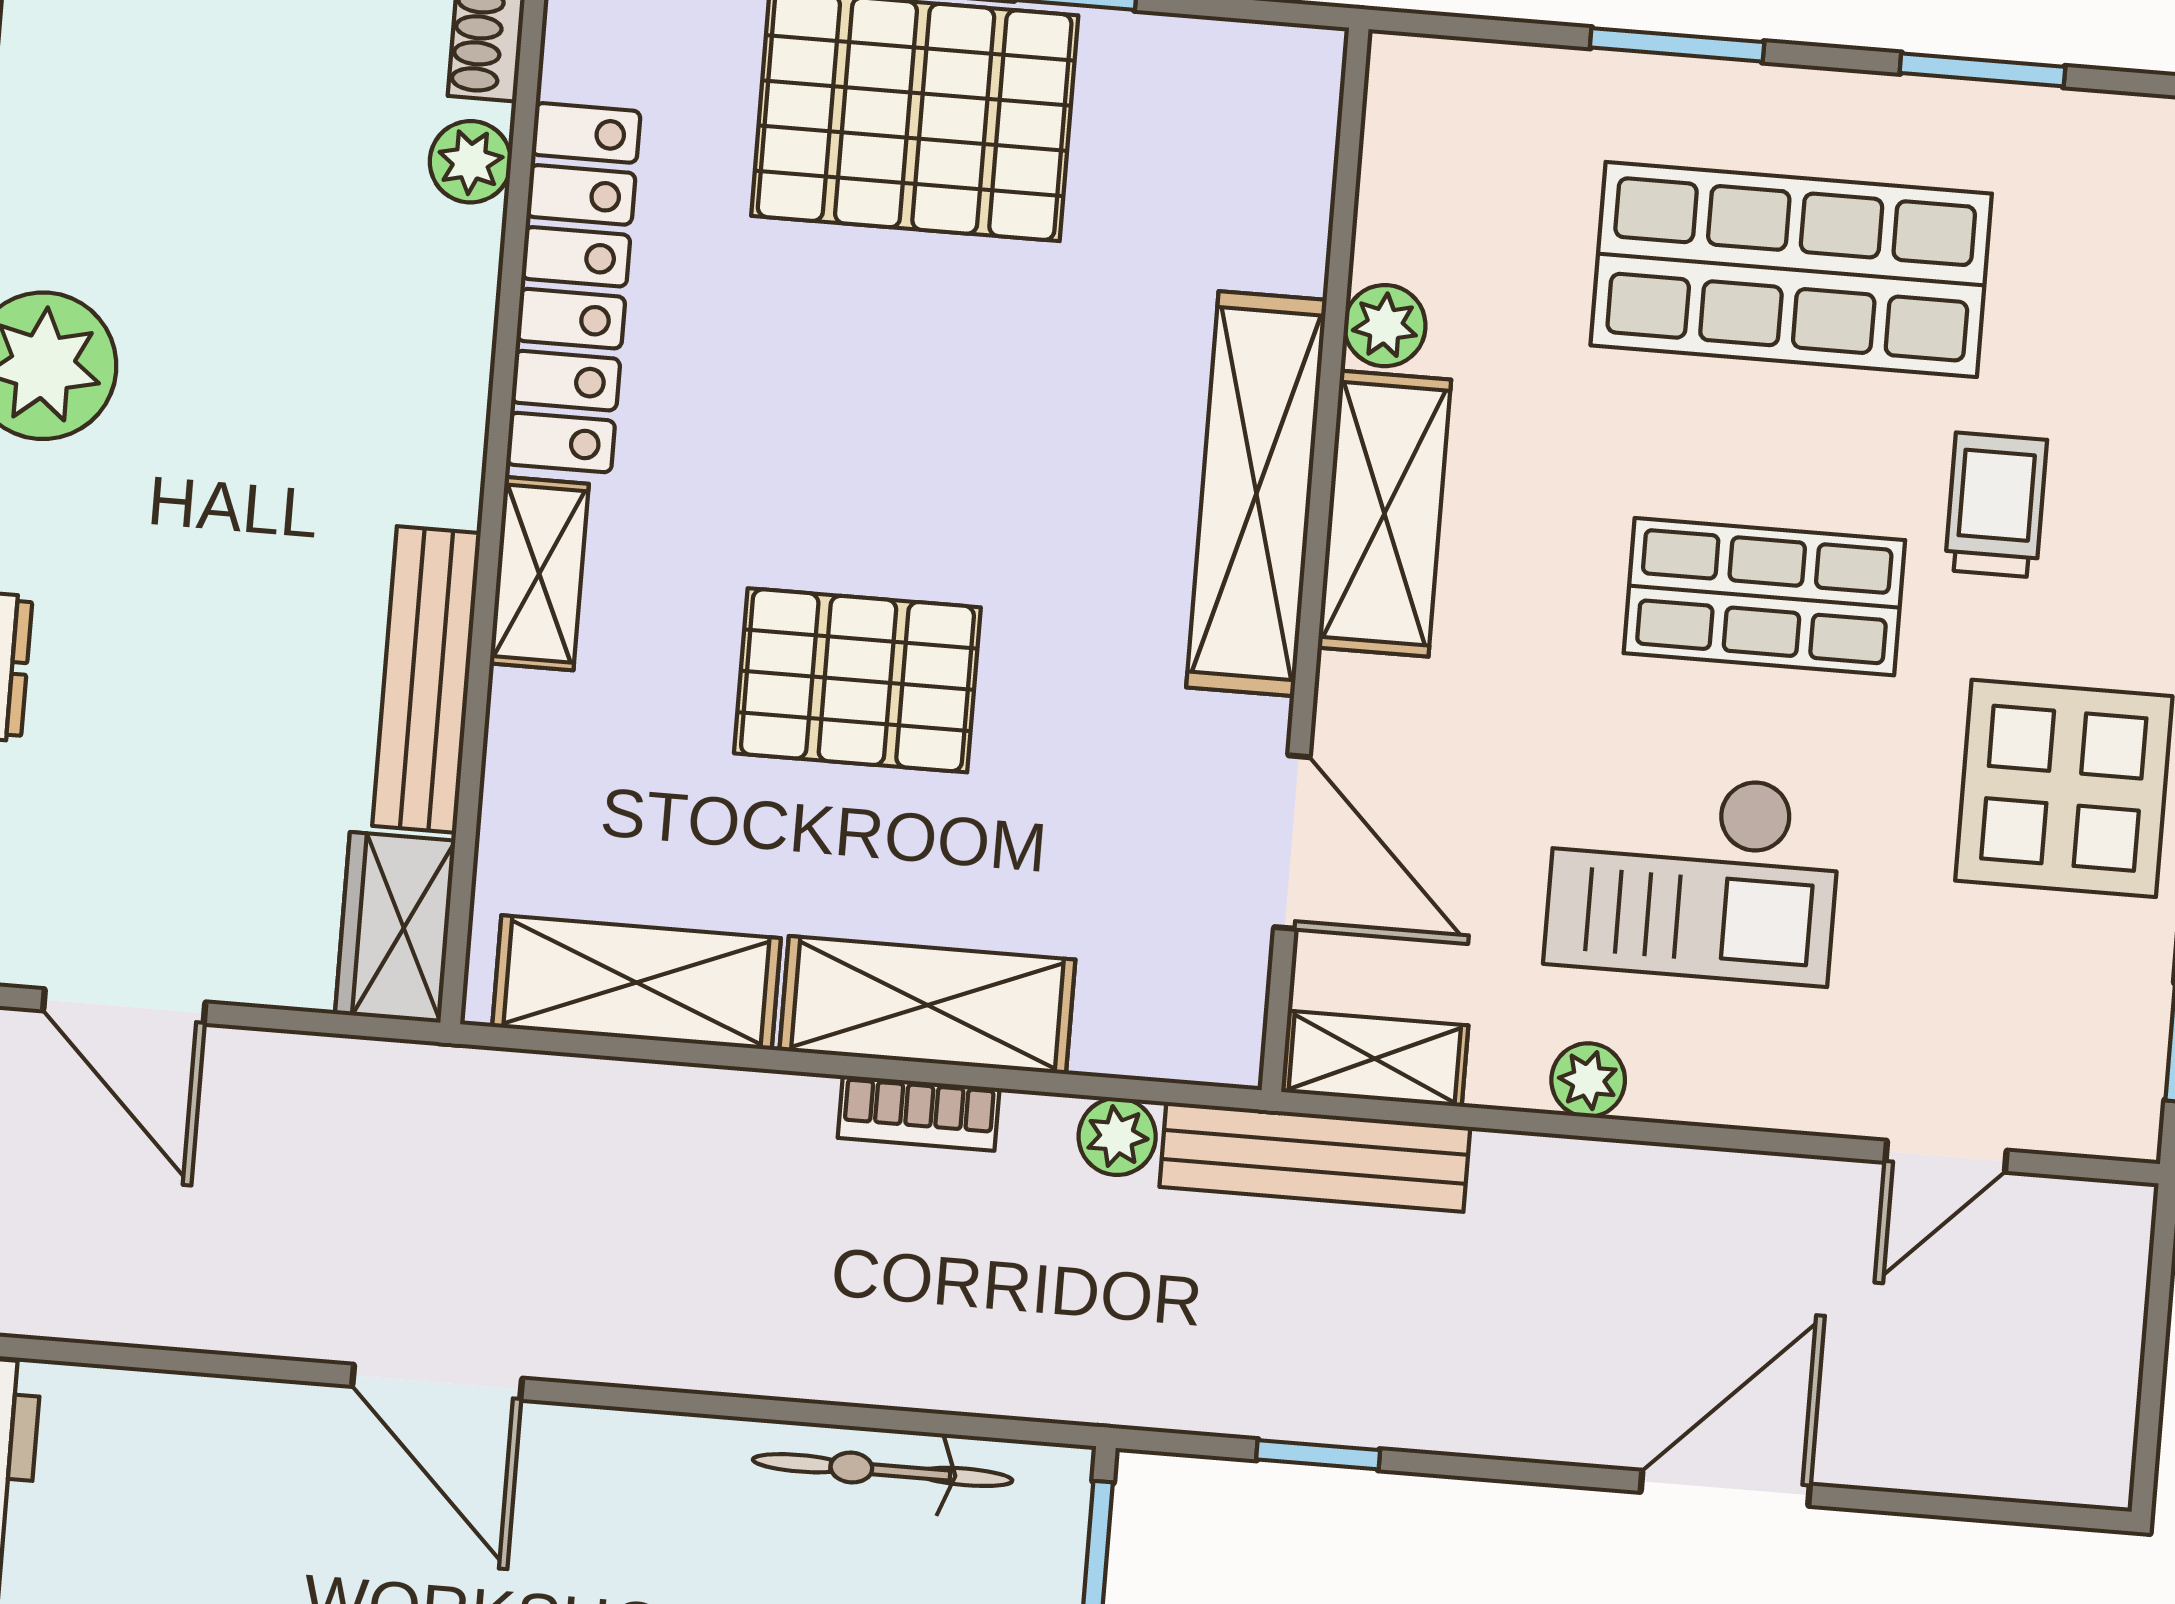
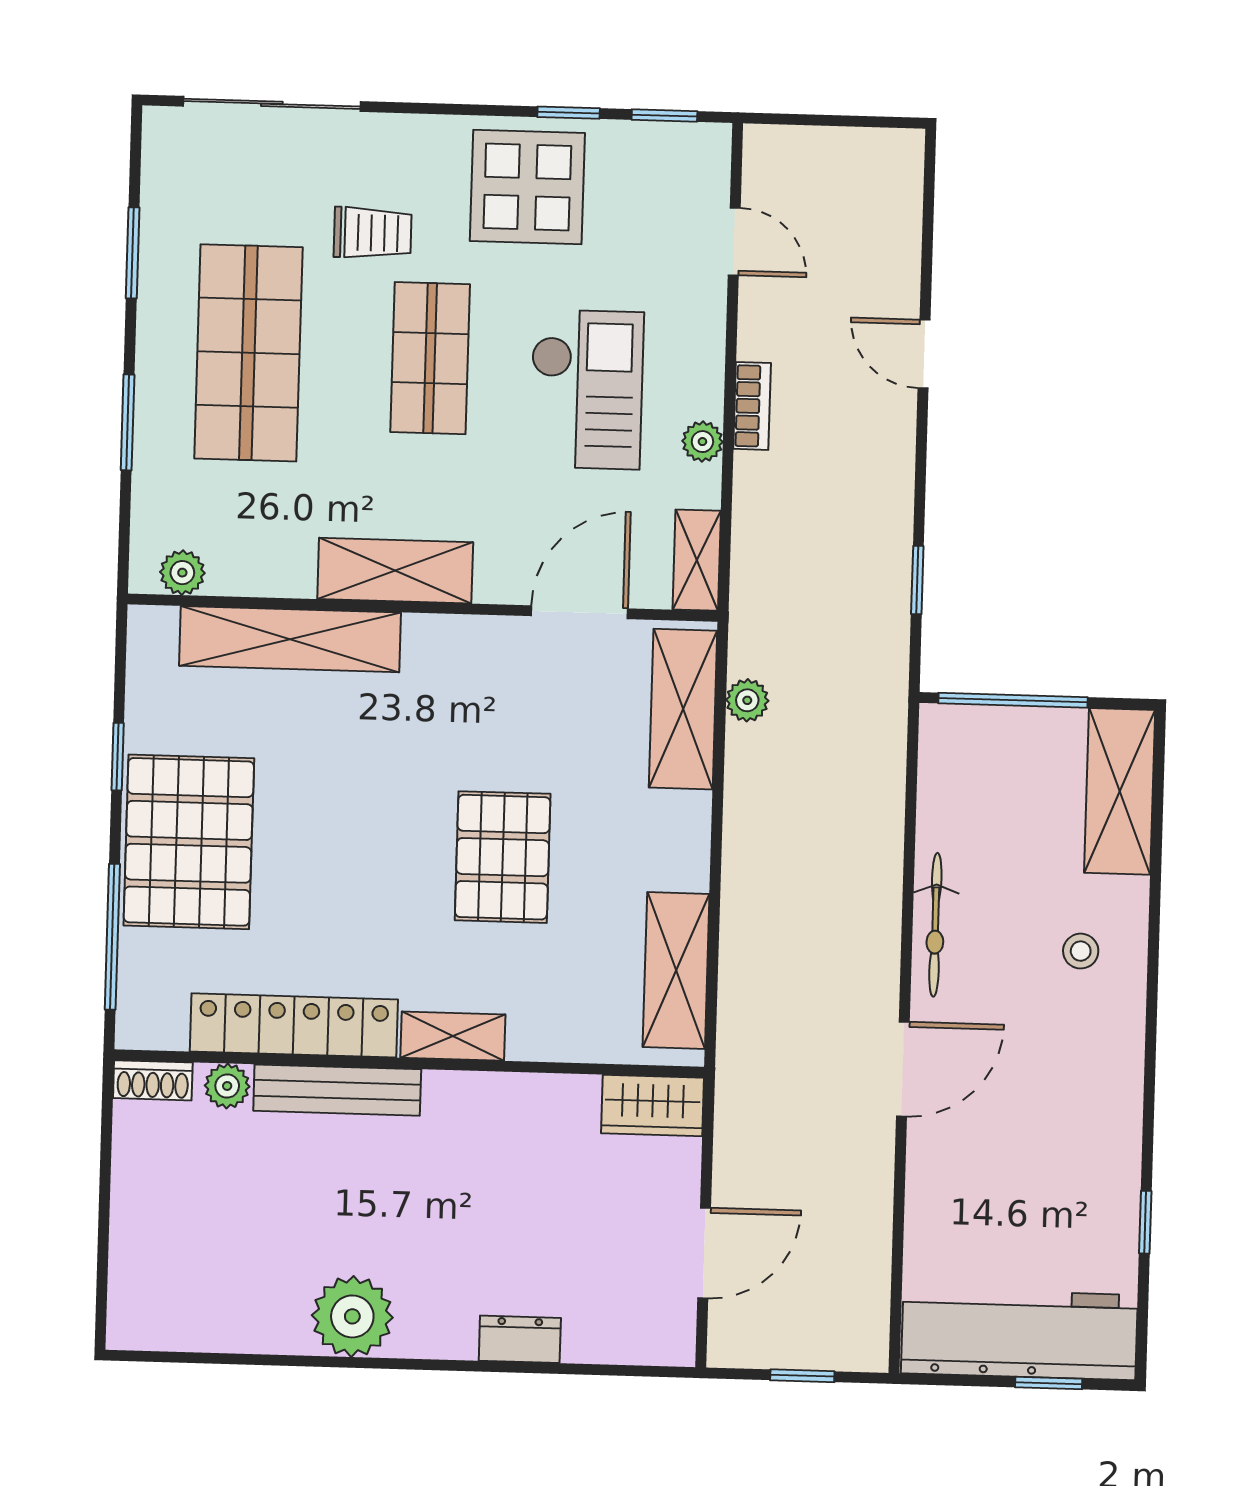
plant: (1385, 326) -> (182, 573), moved
shelving: (1256, 494) -> (290, 639), moved
trolley: (1996, 505) -> (373, 233), turned 180
bench: (427, 679) -> (337, 1090), moved
shelving: (927, 1005) -> (683, 709), moved
bookcase: (919, 1113) -> (752, 406), moved
bench: (1315, 1157) -> (753, 590), removed
bicycle: (883, 1470) -> (935, 925), moved
door: (1725, 1488) -> (924, 354), width x0.73

